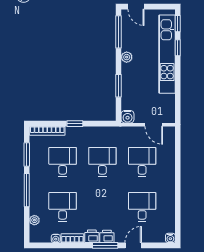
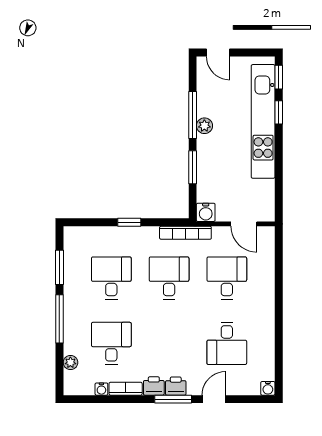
window: (119, 32) -> (193, 115), moved
bookcase: (47, 131) -> (185, 233), moved
desk: (142, 207) -> (227, 343), turned 180

